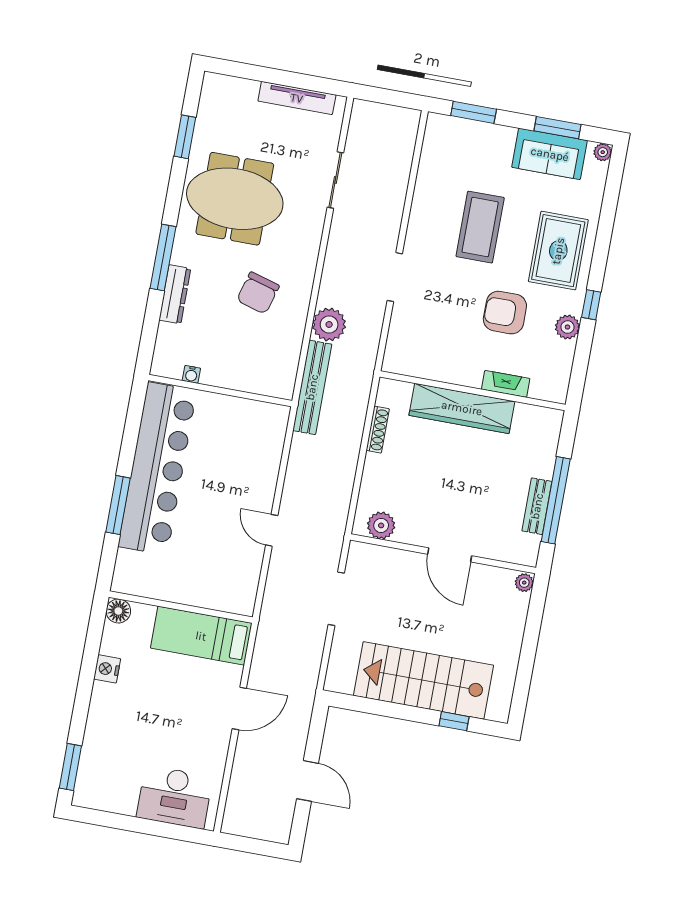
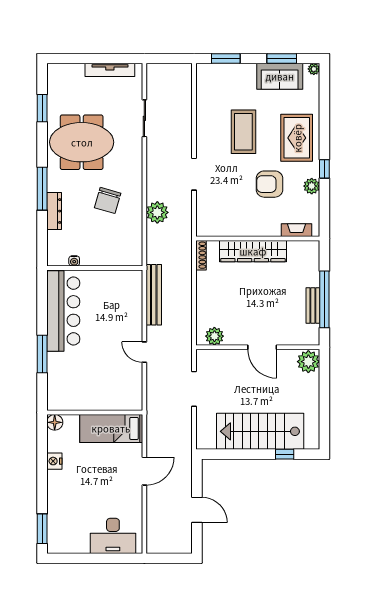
fireplace: (506, 384) -> (296, 230), moved
bench: (312, 387) -> (154, 295), moved
shoe rack: (378, 430) -> (201, 255), moved
bar counter: (157, 469) -> (63, 311), width x0.73
plant: (524, 583) -> (308, 362), width x1.88, depth x1.88

